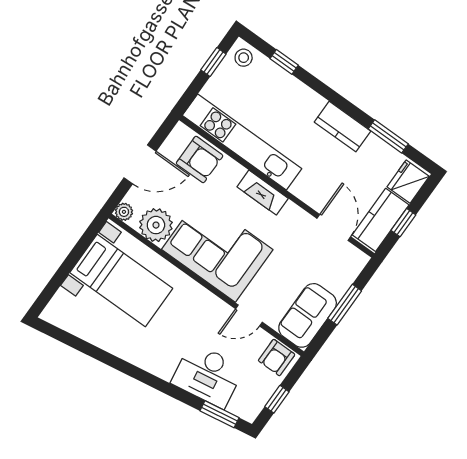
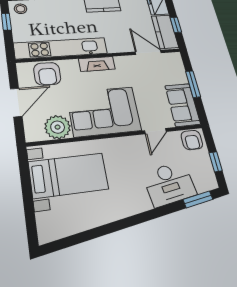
armchair: (200, 160) -> (47, 74), turned 90
plant: (124, 212) -> (32, 135), removed

